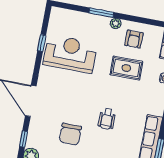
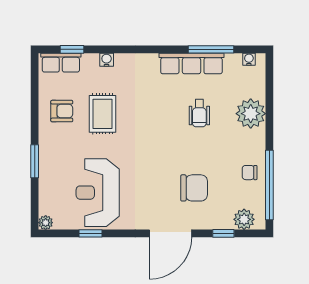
plant: (116, 23) -> (46, 223), moved
wheelchair: (107, 119) -> (199, 113), moved, turned 90
chair: (70, 134) -> (194, 188), moved

